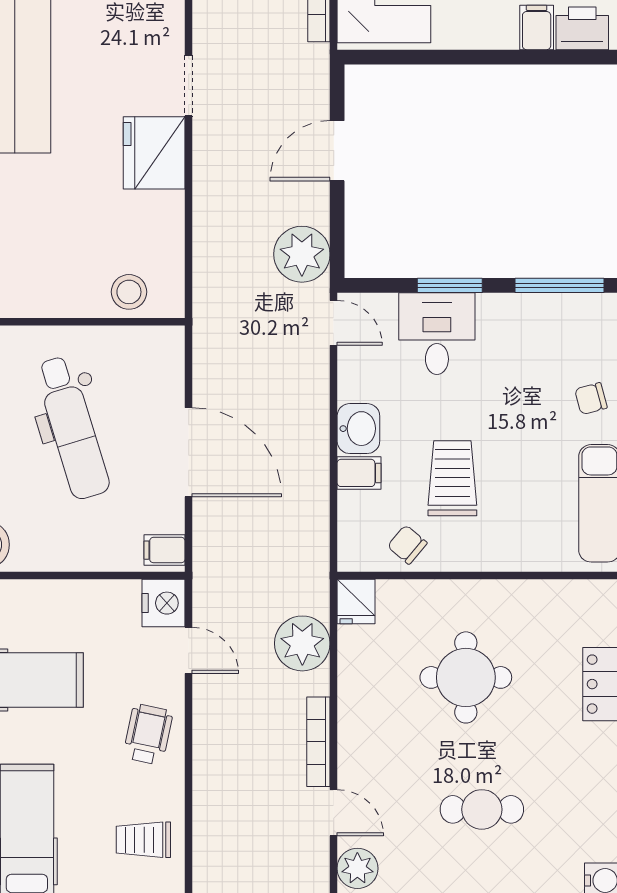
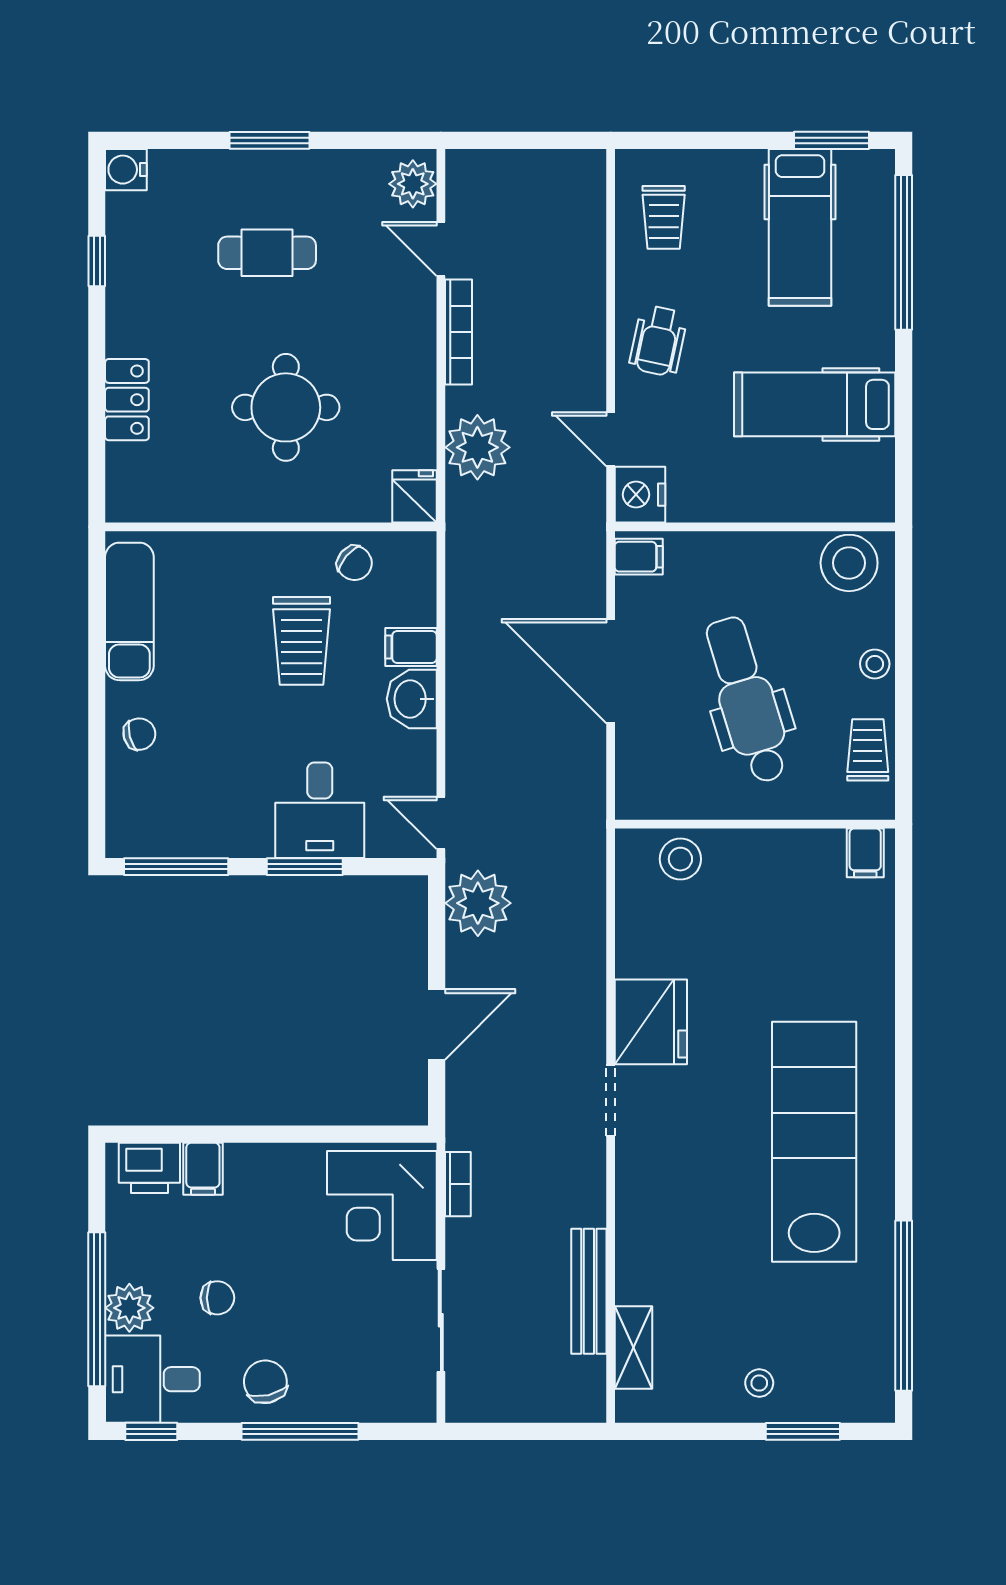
trolley: (143, 840) -> (664, 217), turned 90

